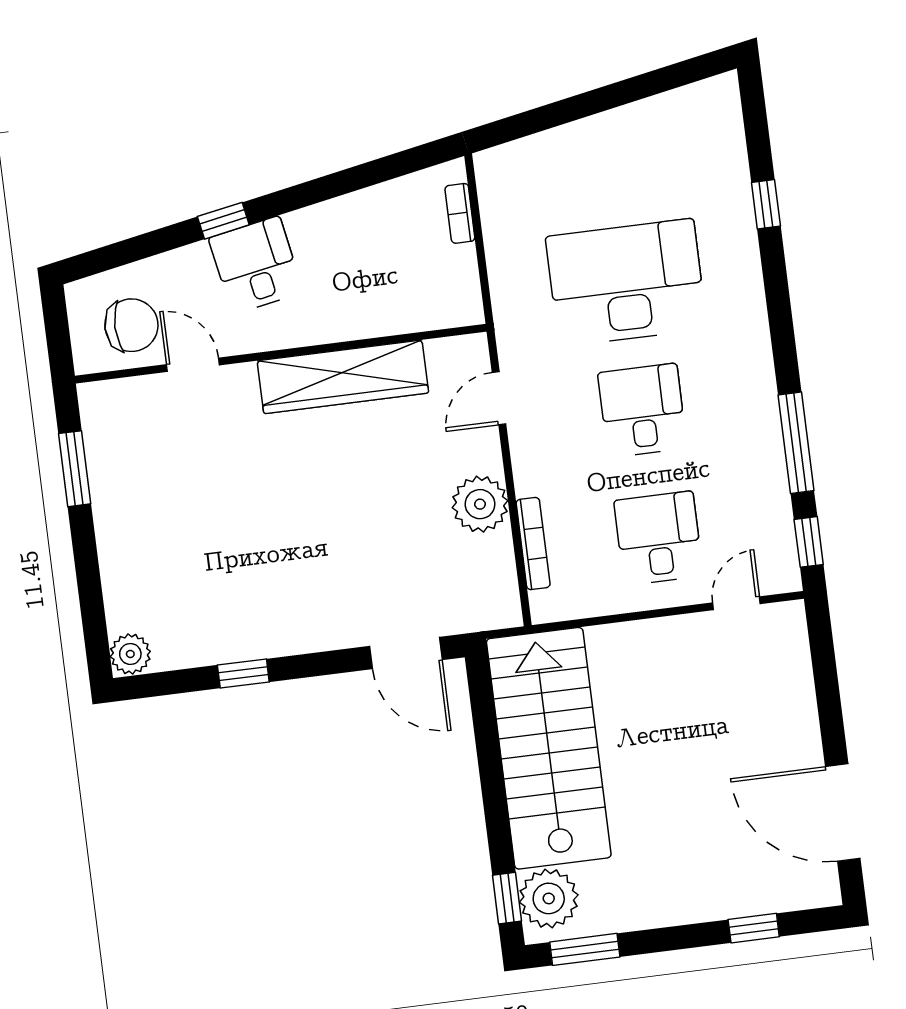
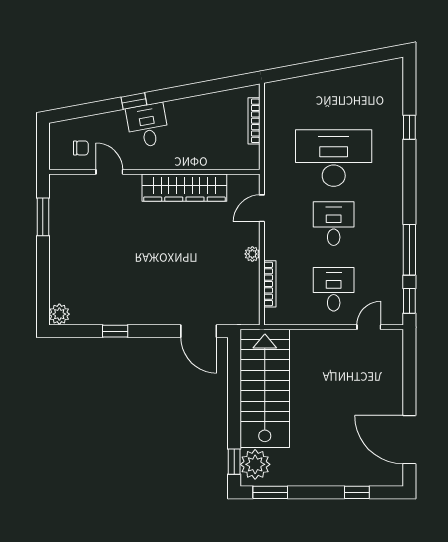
bookcase: (460, 213) -> (254, 121), width x1.56
chair: (131, 325) -> (81, 148), width x0.54, depth x0.54
plant: (480, 504) -> (252, 254), width x0.53, depth x0.53

